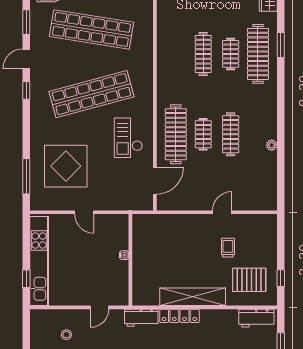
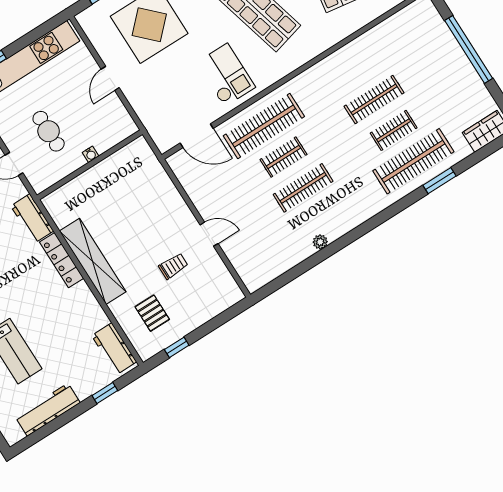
checkout: (128, 138) -> (226, 75), turned 90
cafe table: (93, 272) -> (49, 131), added
pallet: (249, 280) -> (152, 313), width x0.67, depth x0.71

